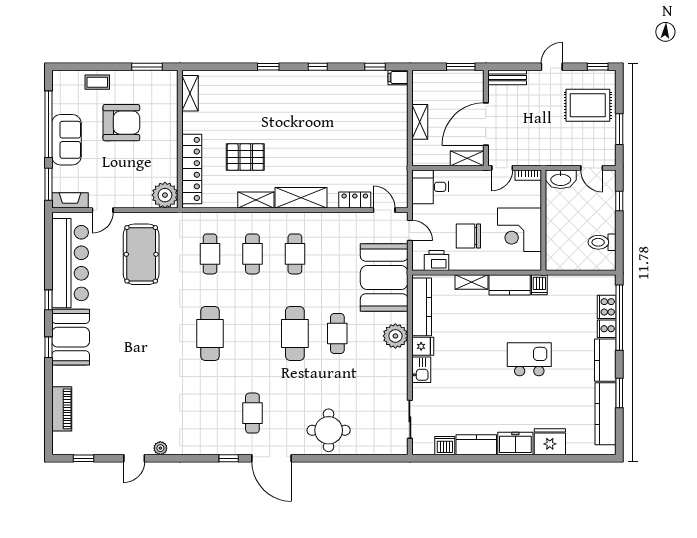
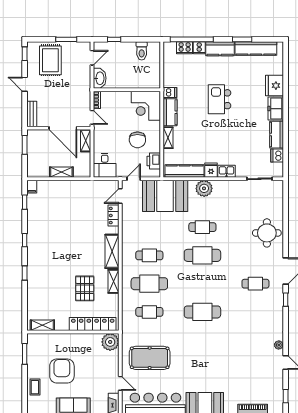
corner desk: (519, 230) -> (146, 106), moved, turned 90
cafe table: (252, 254) -> (149, 284), width x1.37, depth x1.35

